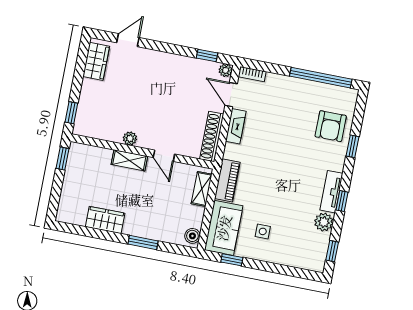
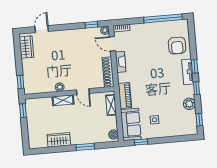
window: (353, 146) -> (195, 66), moved
tv unit: (331, 192) -> (188, 72), moved

